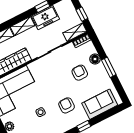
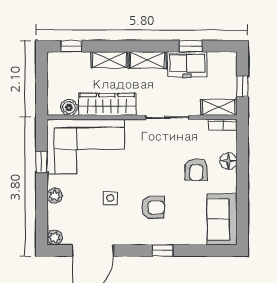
window: (109, 67) -> (242, 183), removed
armchair: (80, 73) -> (196, 170), turned 180
sofa: (100, 104) -> (222, 219), moved, turned -90
armchair: (67, 105) -> (153, 207), turned 90

